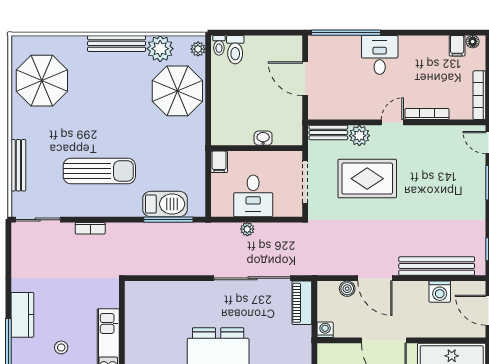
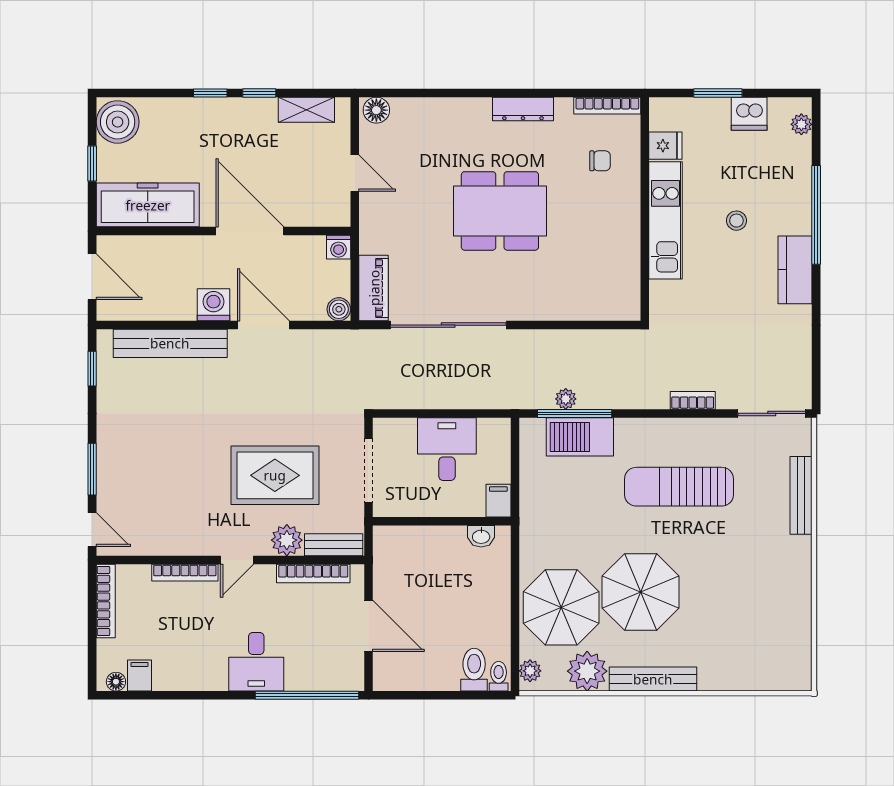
parasol: (42, 81) -> (641, 592), moved
bookcase: (342, 113) -> (313, 573), added
washbasin: (263, 138) -> (481, 536), moved
plant: (247, 229) -> (566, 399), moved
boiler: (347, 289) -> (339, 309), moved
washing machine: (440, 292) -> (213, 305), moved

